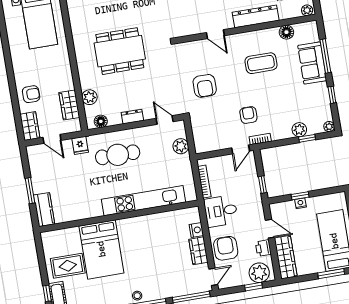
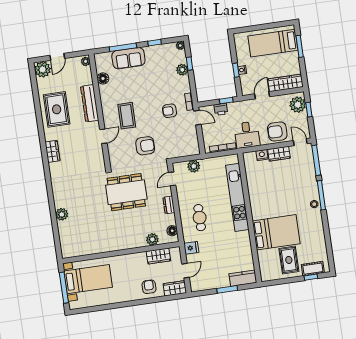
dining table: (120, 51) -> (126, 192), moved, turned 90
coffee table: (261, 63) -> (127, 116), moved
cafe table: (118, 155) -> (200, 218), width x0.73, depth x0.74
printer: (263, 248) -> (221, 109), moved

